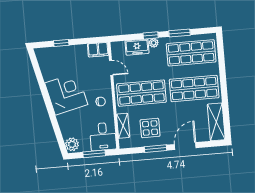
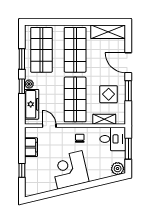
freezer: (137, 47) -> (32, 104), width x1.40
filing cabinet: (98, 50) -> (31, 147), moved
door: (111, 68) -> (49, 126), hinge flipped

